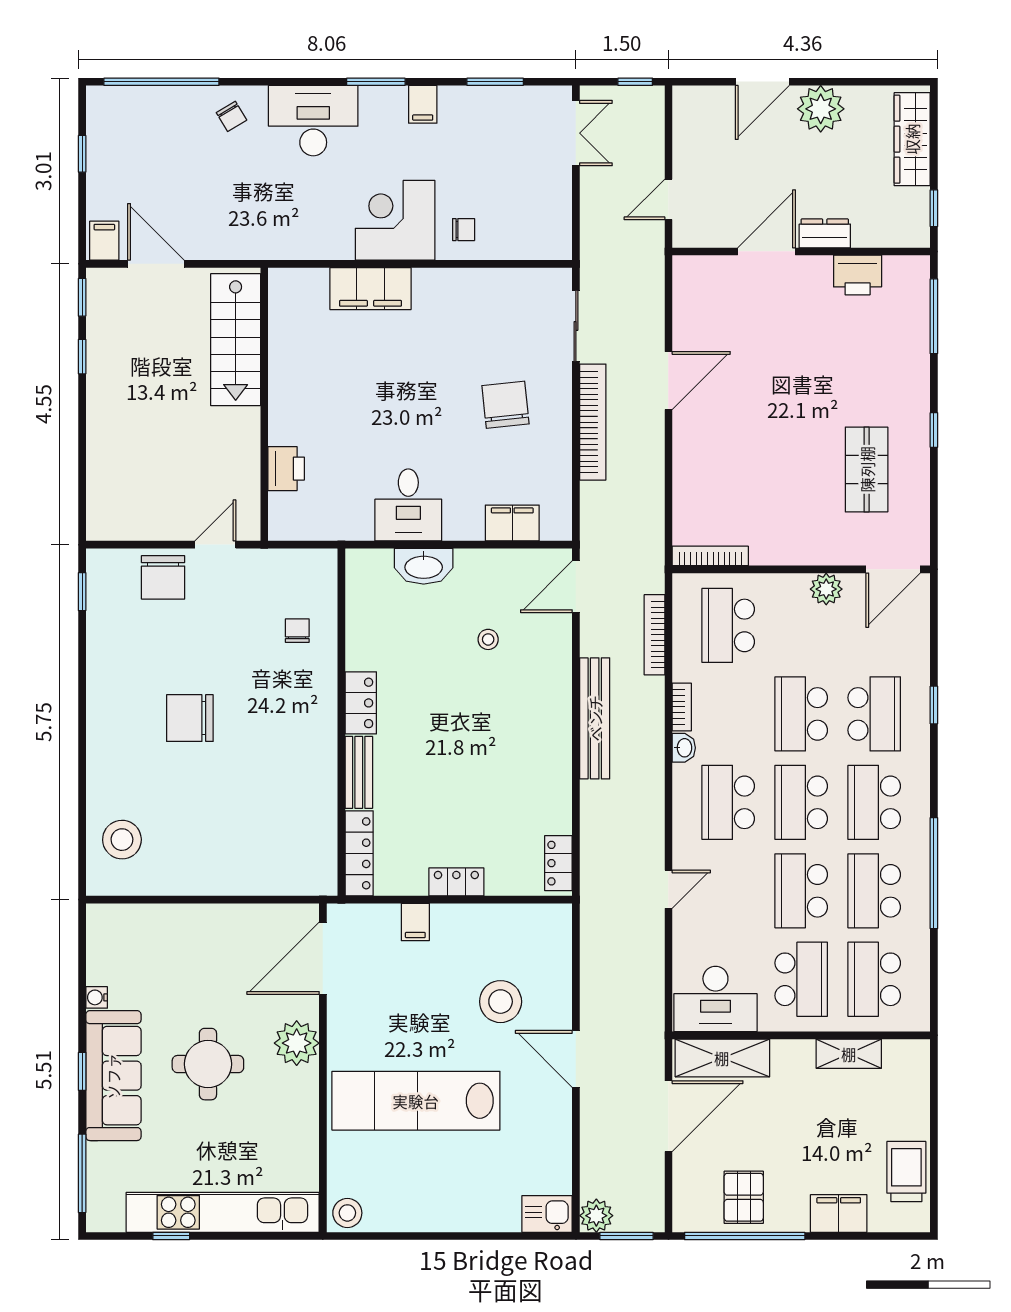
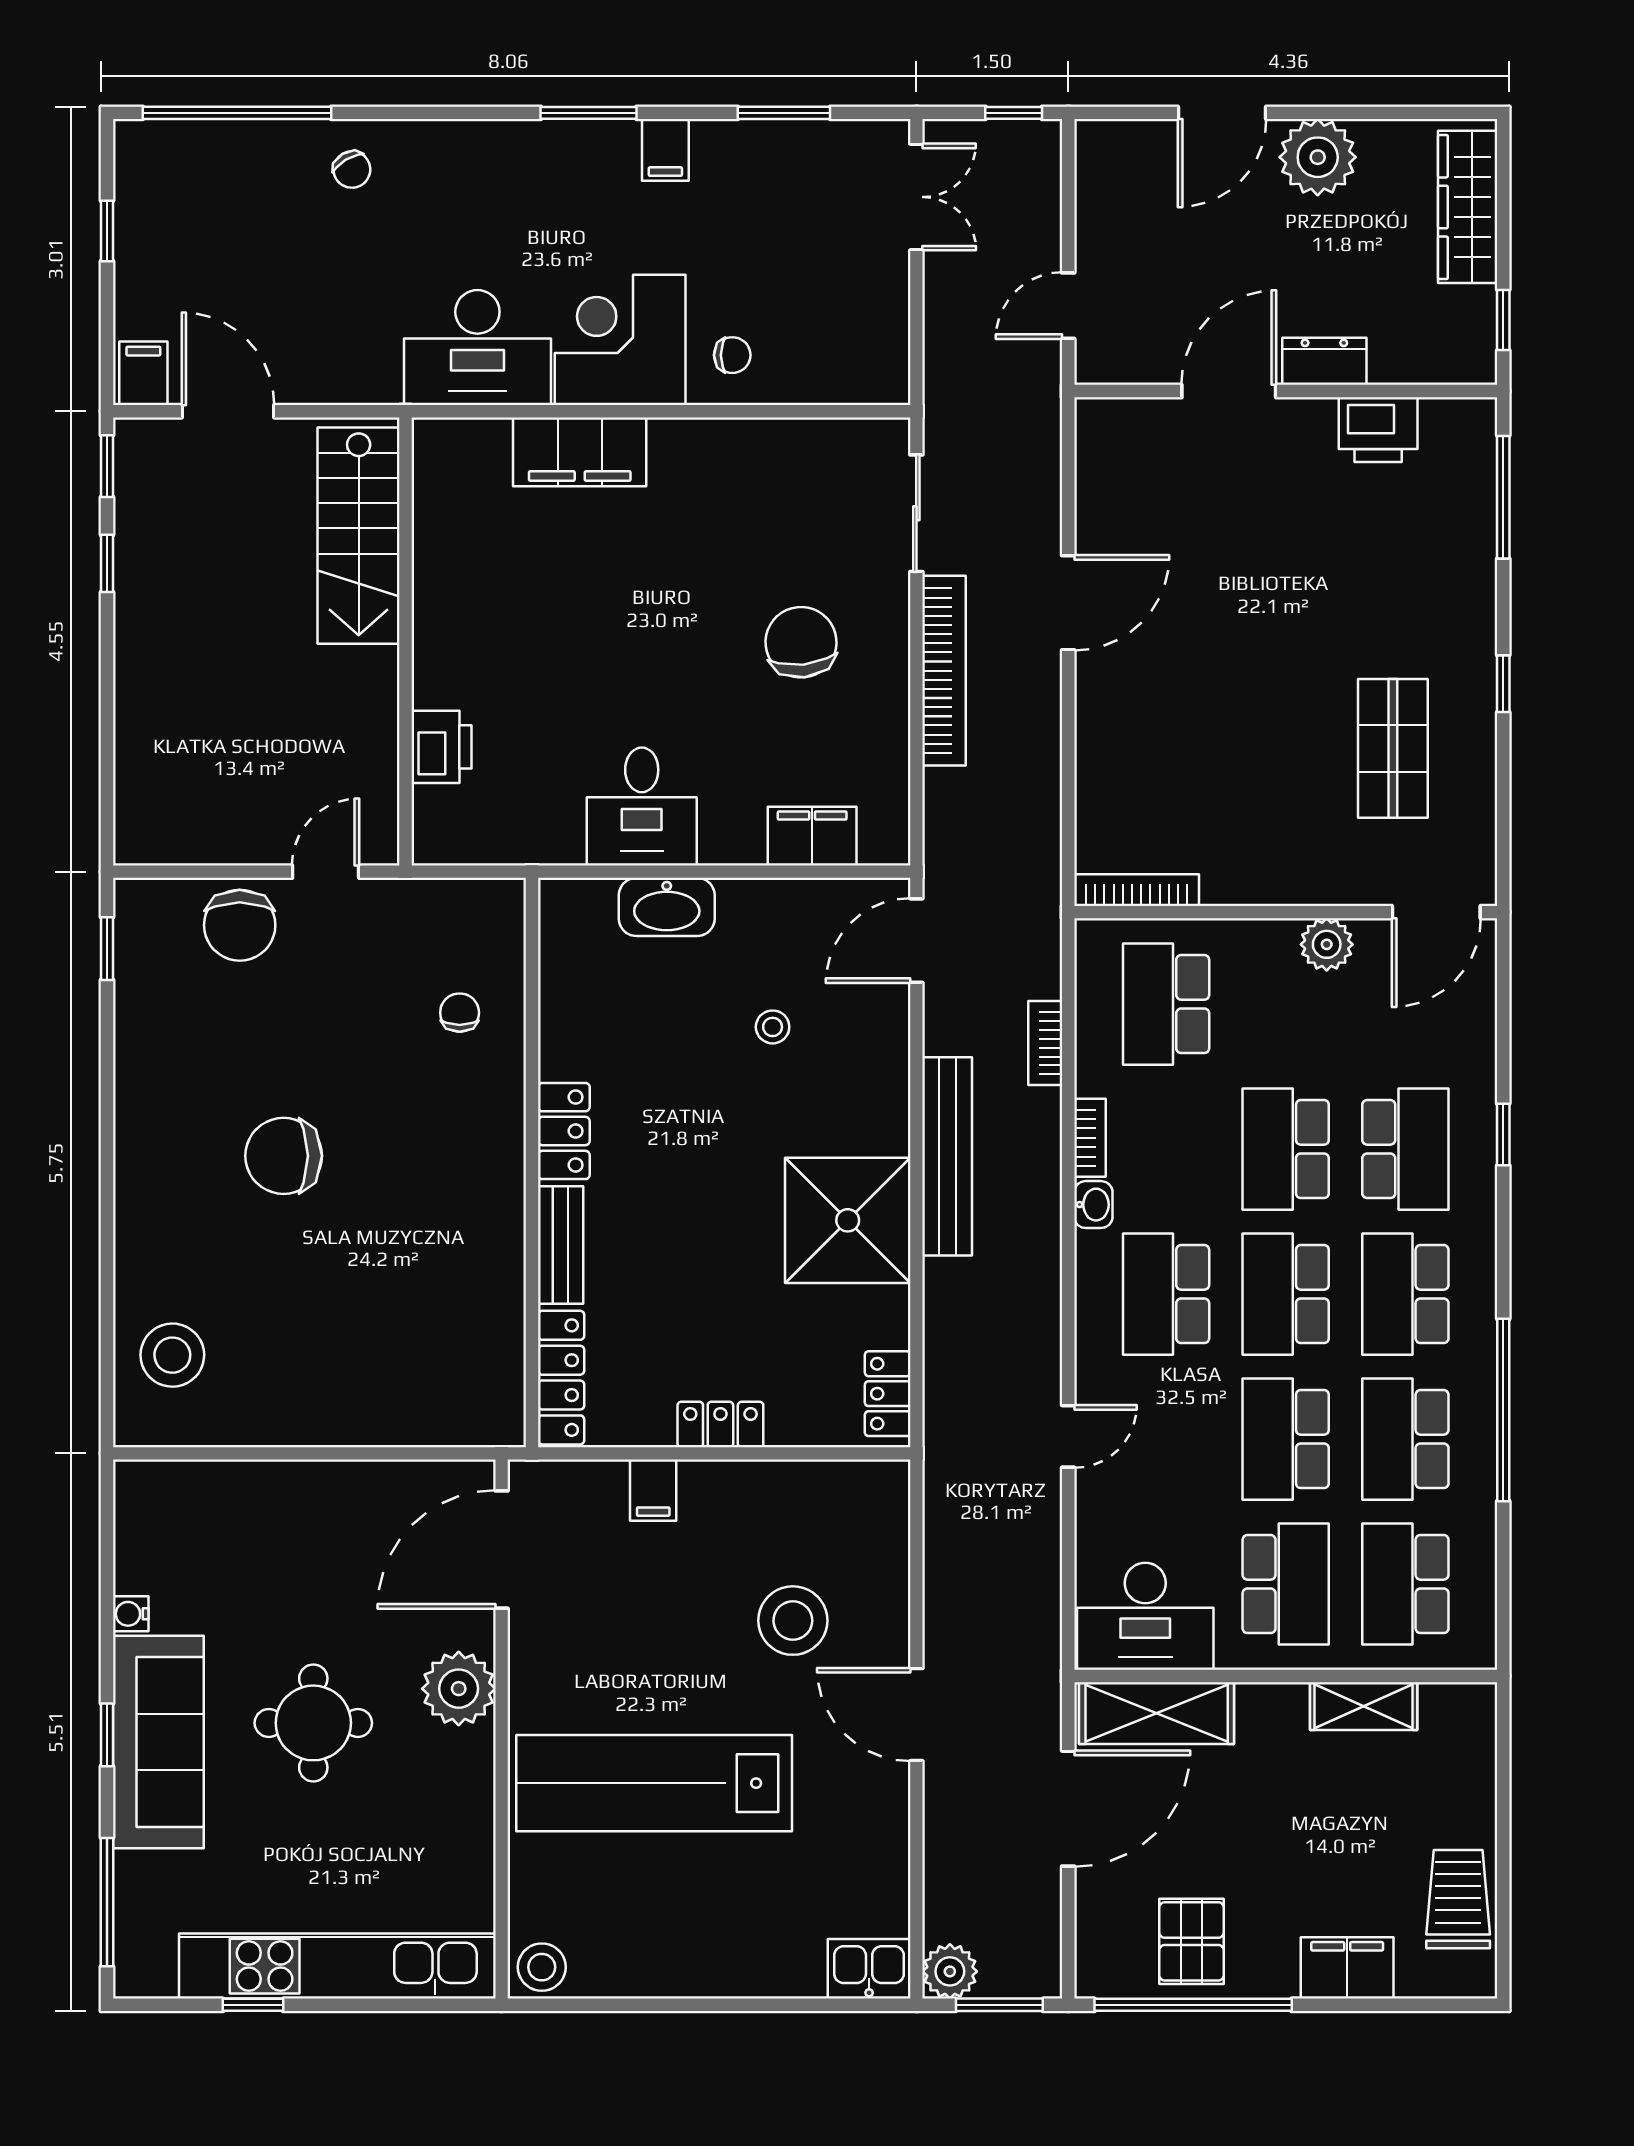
desk: (313, 121) -> (477, 348), moved, turned 180
bookcase: (655, 635) -> (1045, 1043), width x0.64
shower: (534, 757) -> (848, 1220), added

